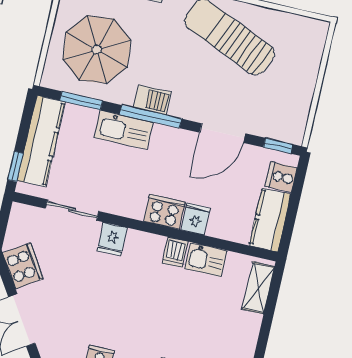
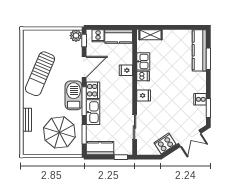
barbecue: (152, 100) -> (74, 95), width x1.88, depth x1.53
plant: (292, 131) -> (76, 36), added
door: (223, 133) -> (84, 67), hinge flipped
kitchen counter: (41, 141) -> (100, 148), width x0.67
cooker: (164, 212) -> (93, 90), moved, turned 180
fridge: (112, 239) -> (144, 95), moved

